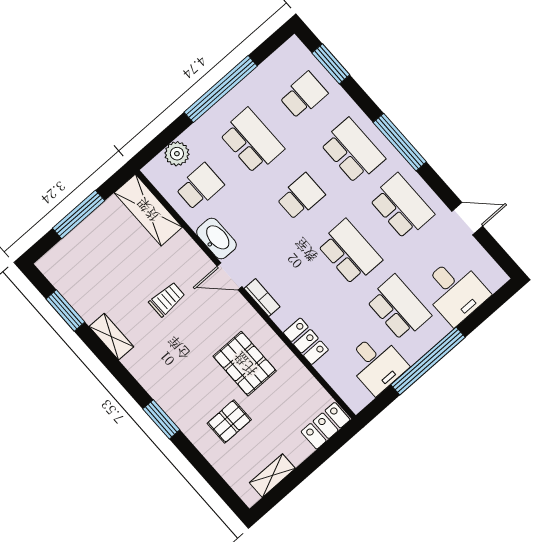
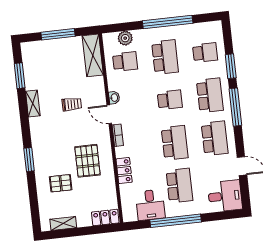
window: (331, 64) -> (231, 66), moved
washbasin: (216, 238) -> (114, 98), width x0.52, depth x0.69
desk: (455, 291) -> (225, 196), moved, turned -90

